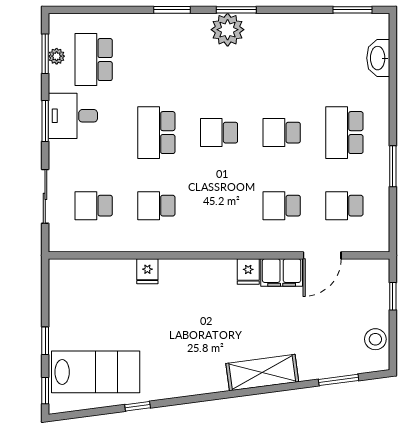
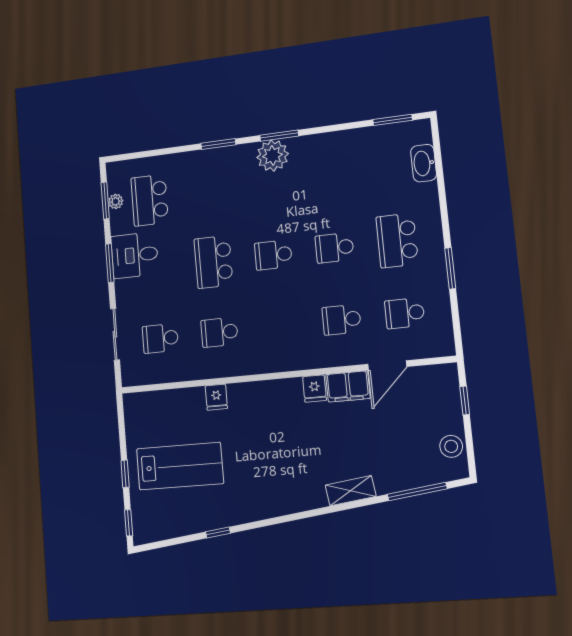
lab bench: (96, 372) -> (180, 466), moved
shelving: (262, 373) -> (351, 491), width x0.67, depth x0.75
window: (339, 380) -> (417, 492), width x1.44

